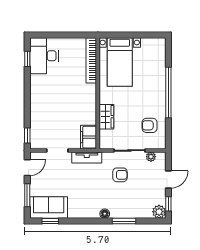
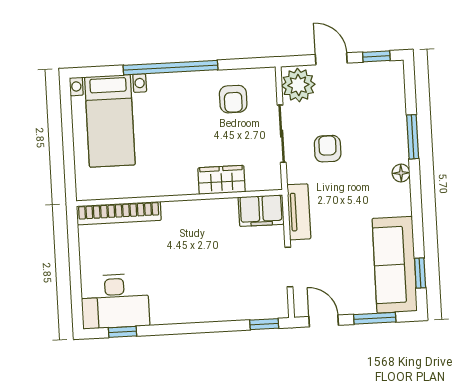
bed with nightstands: (120, 62) -> (110, 121), moved, turned 90
plant: (151, 157) -> (298, 85), width x1.88, depth x1.88
sofa: (49, 208) -> (395, 265), width x1.36
plant: (159, 212) -> (392, 73), removed

